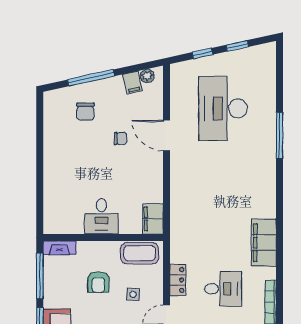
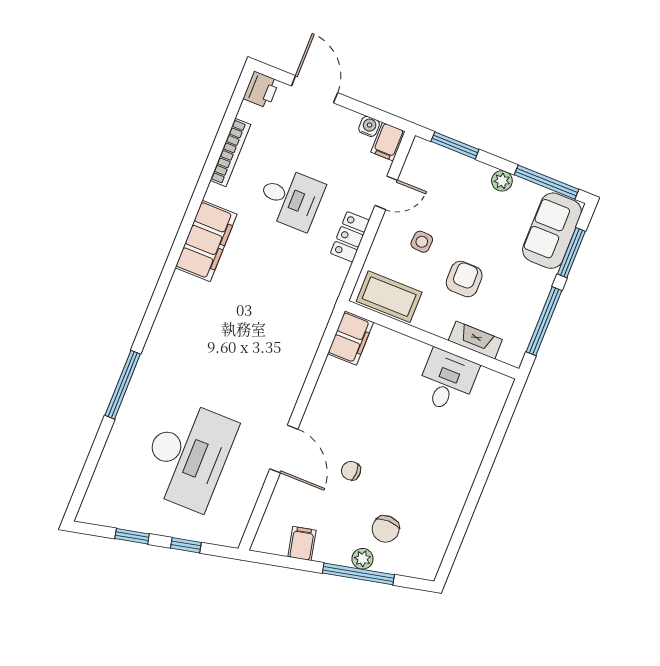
plant: (147, 76) -> (362, 559), moved
chair: (85, 112) -> (386, 529), turned 180
desk: (101, 216) -> (447, 381), moved
fireplace: (59, 248) -> (475, 340), moved
desk: (223, 289) -> (291, 198), turned 180

